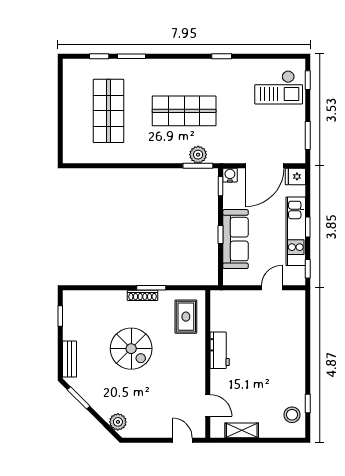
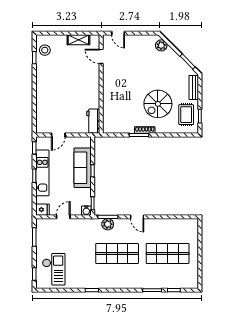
checkout: (279, 87) -> (54, 269), turned 90
shop shelf: (109, 111) -> (168, 253), turned 90
door: (154, 166) -> (137, 217), added
door: (265, 166) -> (63, 217), width x0.53
rug: (186, 317) -> (186, 115), moved
spiral stairs: (131, 349) -> (158, 104), moved, turned -90
workbench: (220, 350) -> (93, 121), moved

